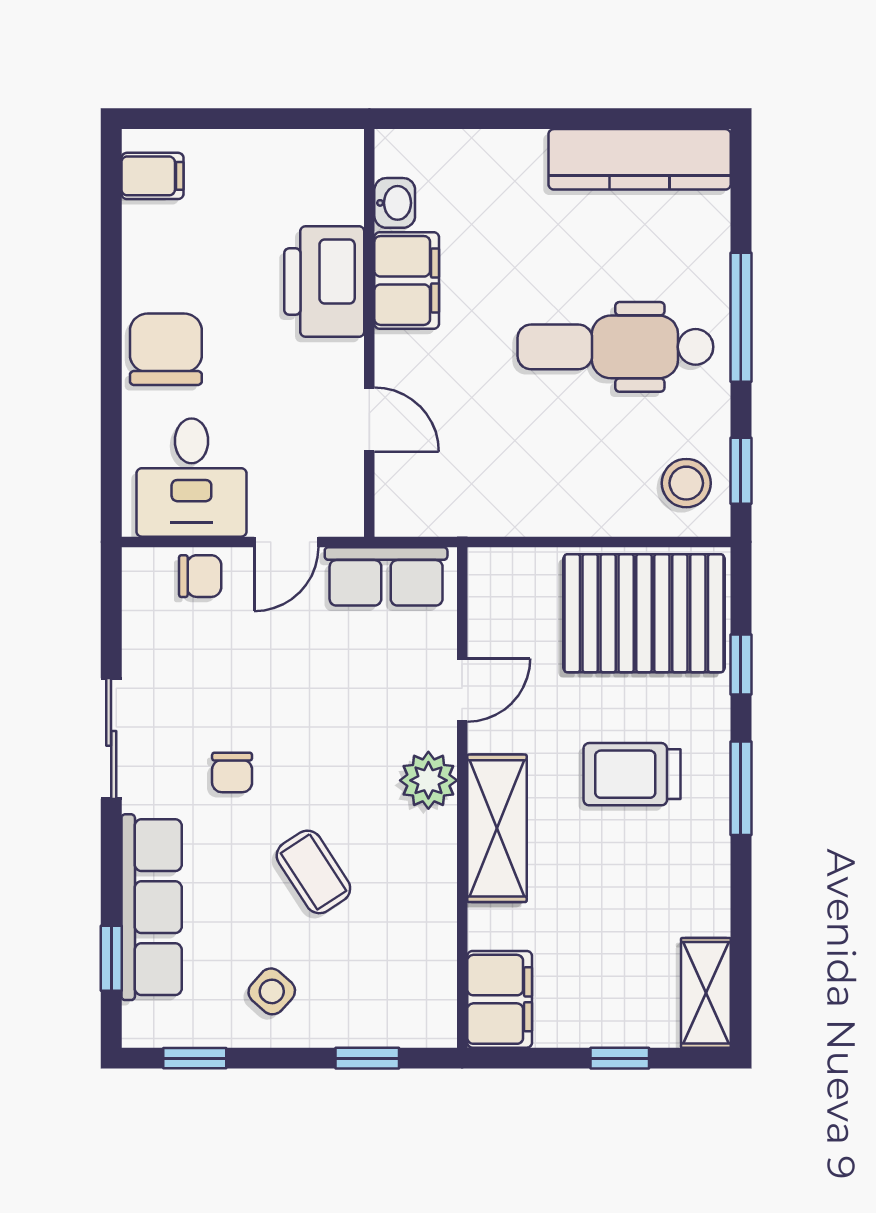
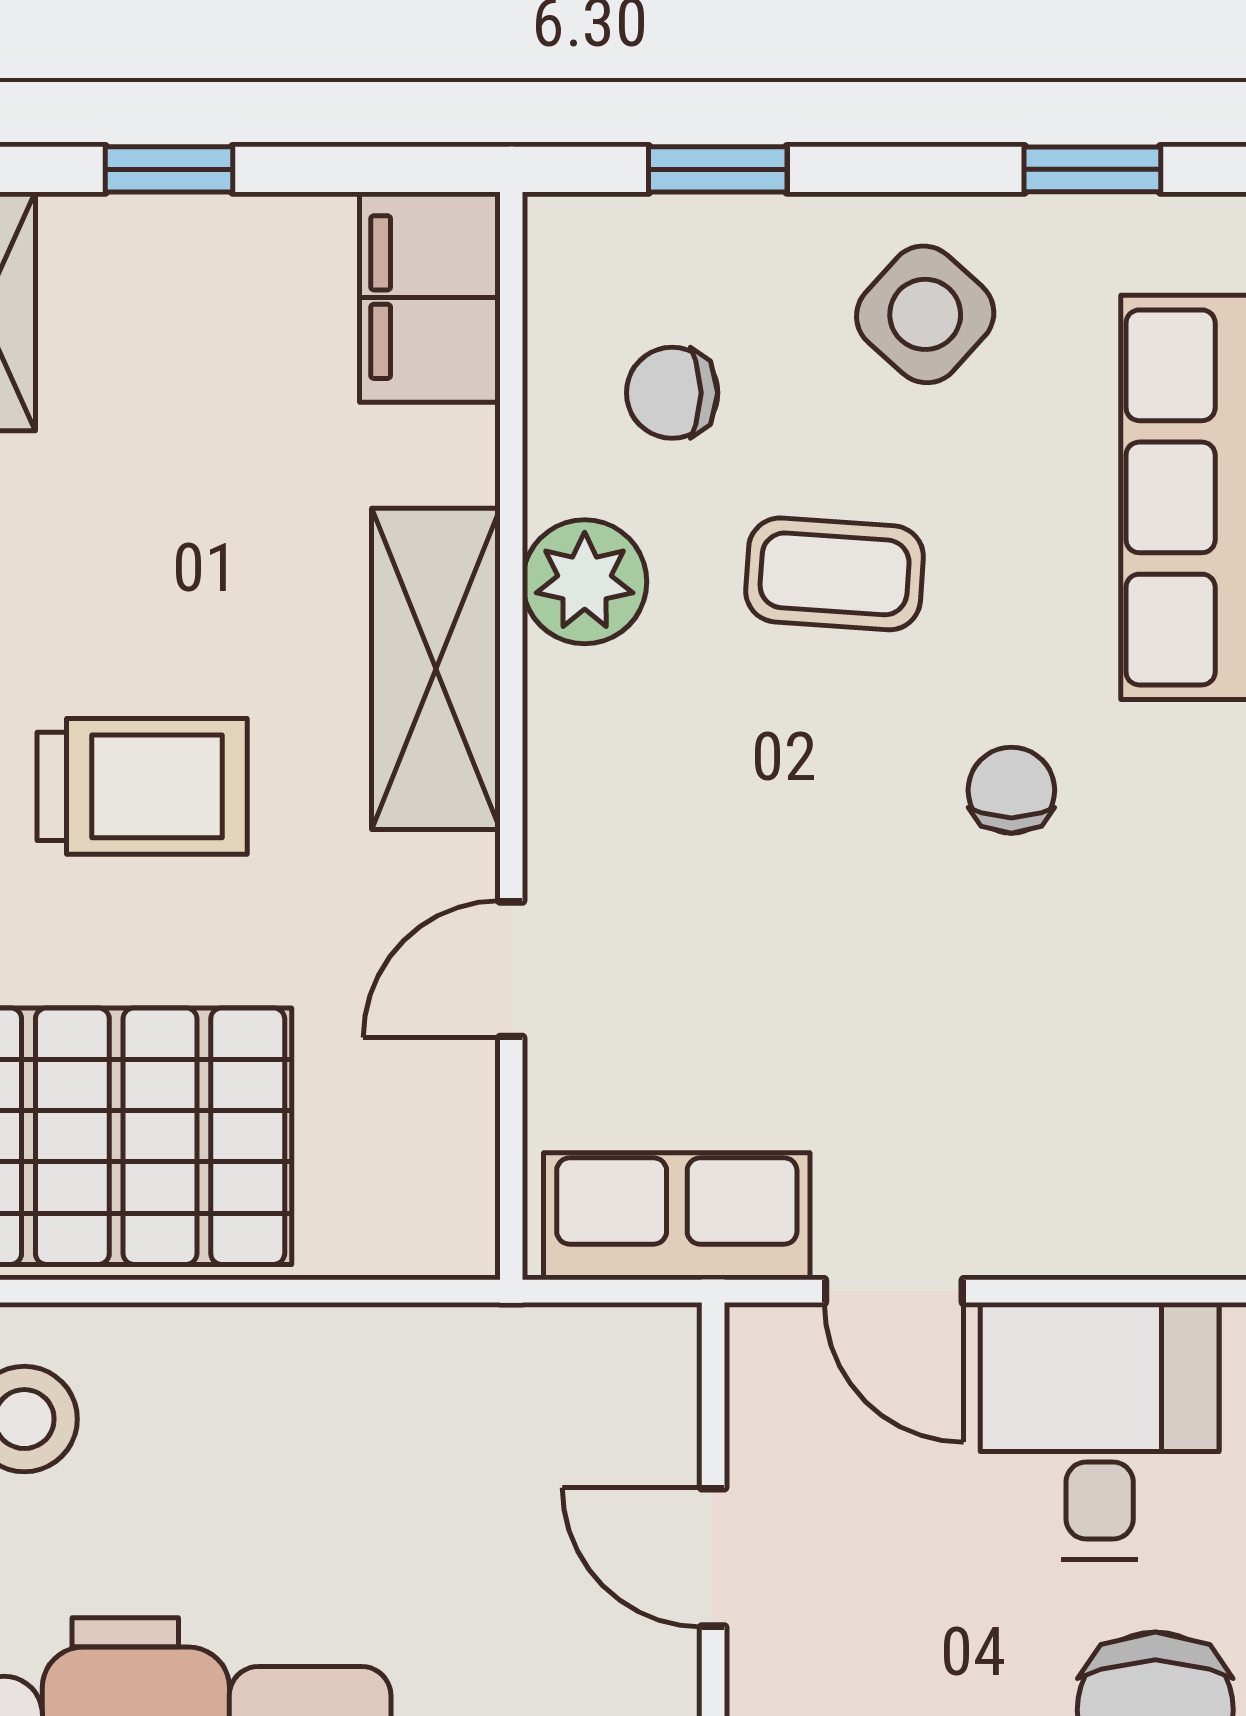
door: (286, 542) -> (894, 1291), swing flipped
chair: (200, 576) -> (672, 393), moved
plant: (428, 780) -> (585, 582), moved
coffee table: (313, 872) -> (835, 574), turned -53
side table: (272, 991) -> (925, 314), width x1.37, depth x1.37

